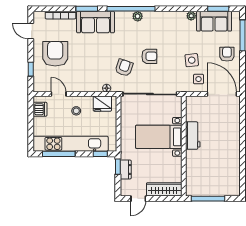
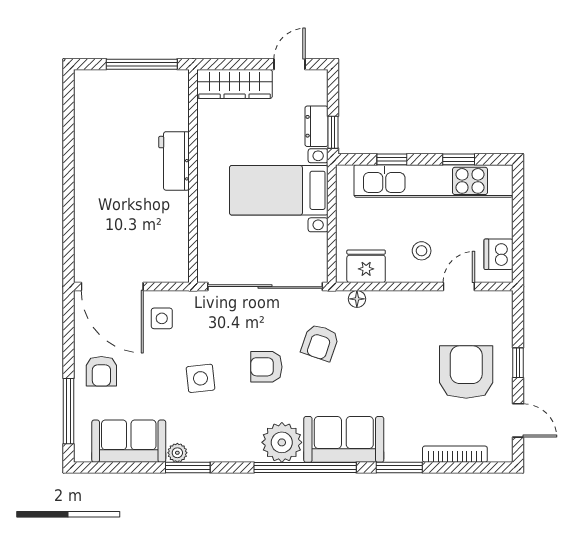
window: (218, 9) -> (188, 468), moved
plant: (138, 16) -> (282, 442), width x1.88, depth x1.88
sofa: (95, 22) -> (344, 439), moved
armchair: (55, 54) -> (466, 372), turned 180
side table: (192, 60) -> (201, 378), moved
window: (31, 69) -> (518, 363), moved
door: (59, 94) -> (459, 287), swing flipped
workbench: (193, 136) -> (174, 161), moved
bed with nightstands: (159, 137) -> (279, 190), moved, turned 180
window: (59, 154) -> (459, 159), width x0.46
window: (100, 154) -> (392, 159), moved

